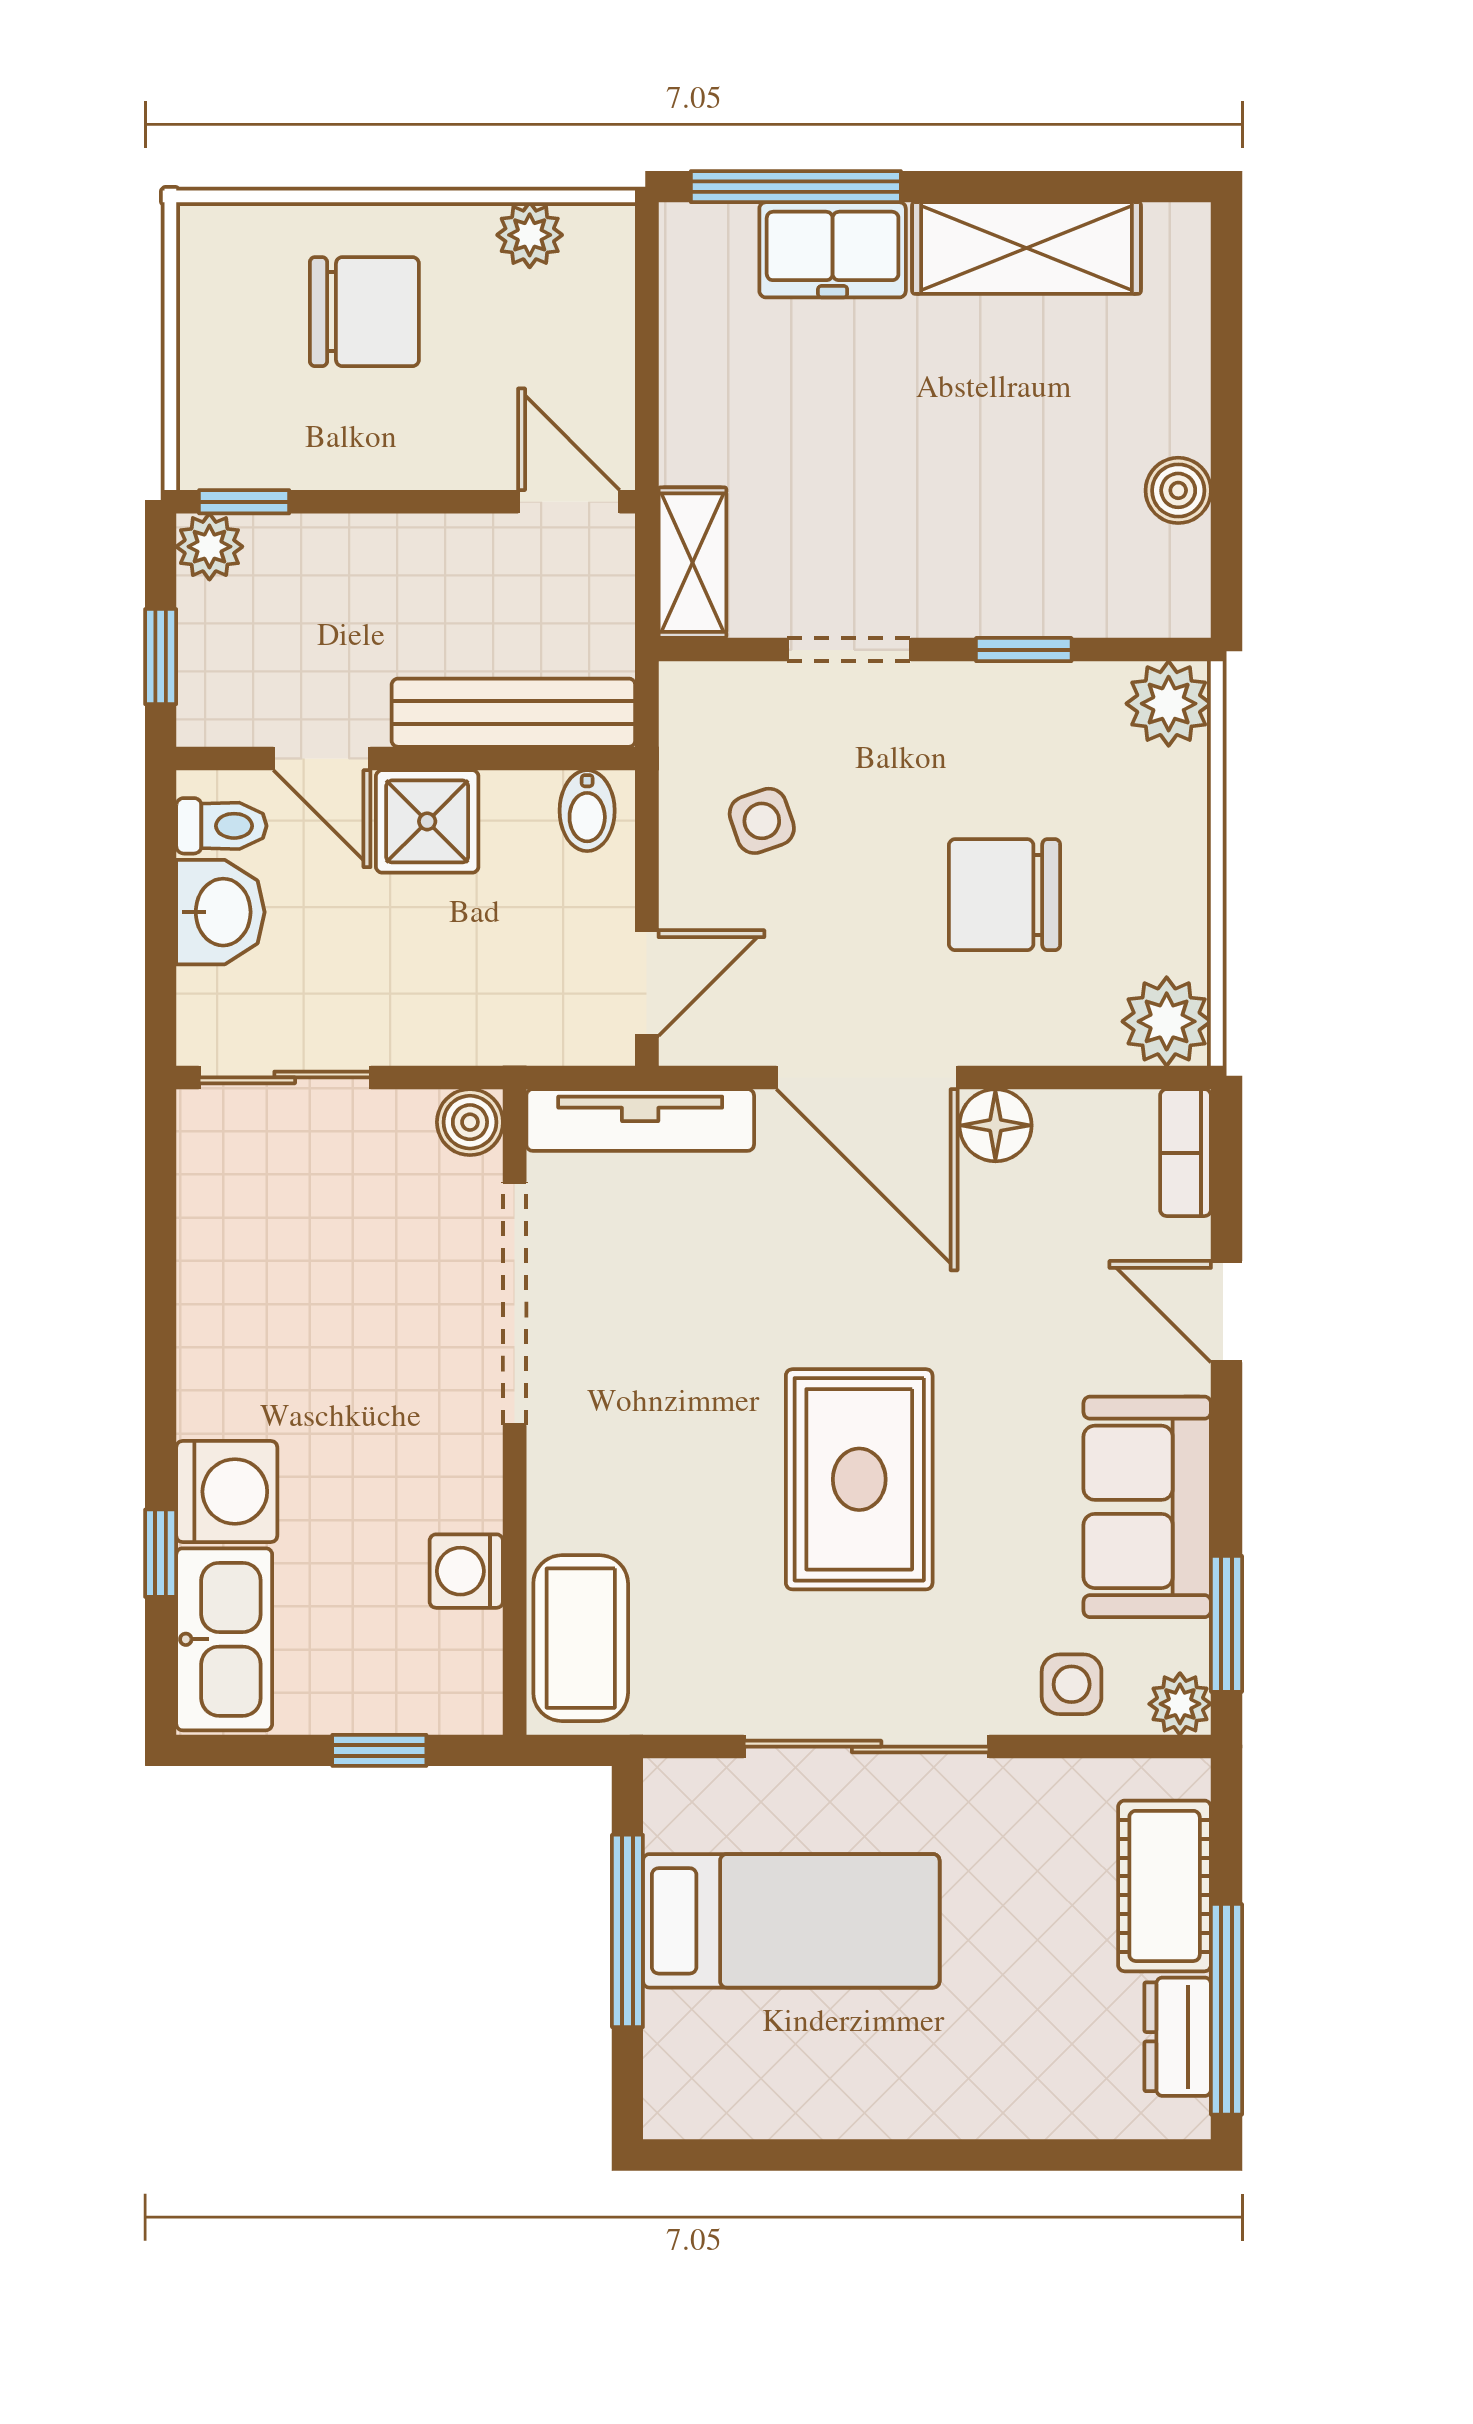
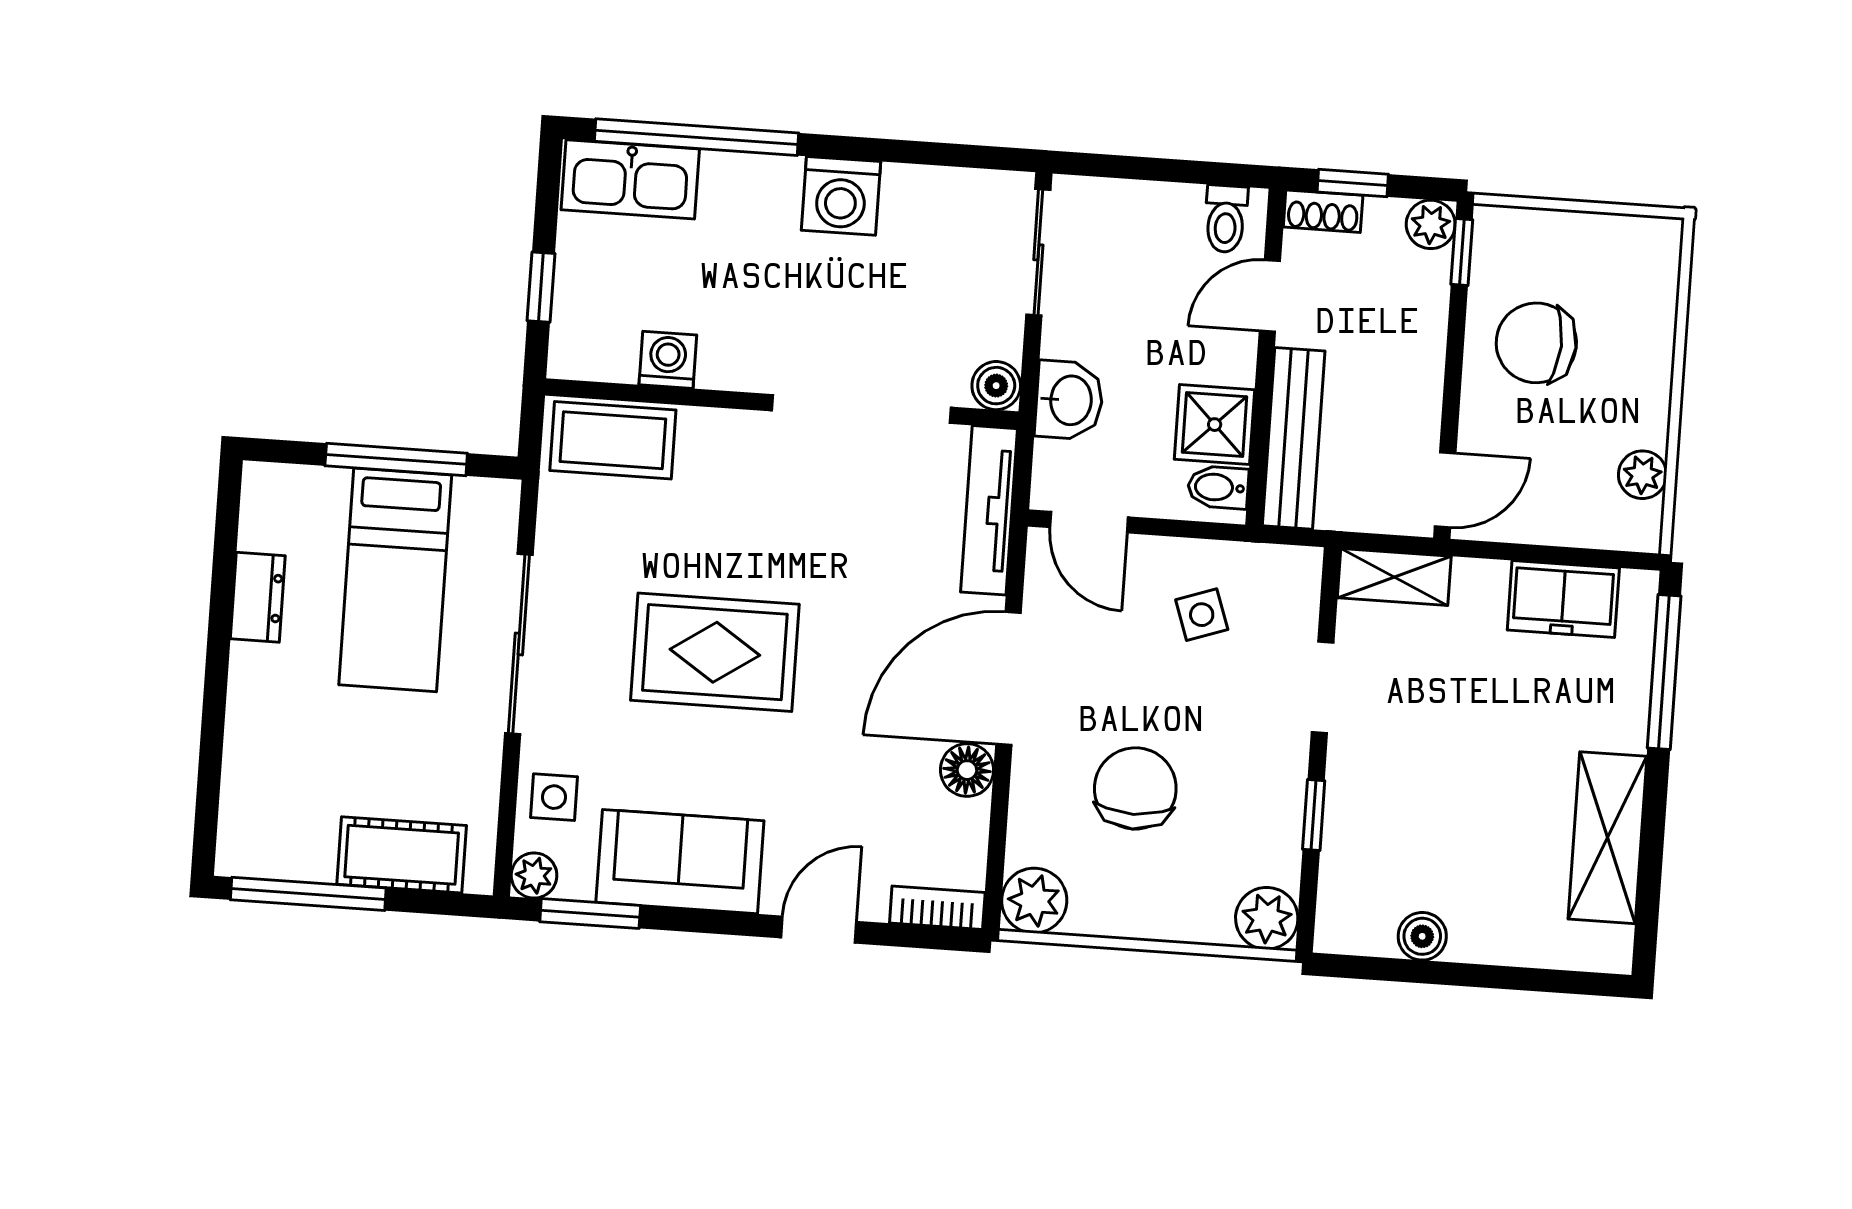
freezer: (833, 250) -> (1563, 599), moved, turned -90
chair: (364, 312) -> (1536, 343), moved, turned 93
shoe rack: (202, 694) -> (1323, 211), added
shower: (427, 821) -> (1215, 425), moved
washbasin: (220, 912) -> (1069, 400), moved, turned -90
washing machine: (227, 1492) -> (841, 196), moved
window: (161, 1553) -> (697, 137), width x3.17
dresser: (1178, 2037) -> (258, 597), moved, turned 90

